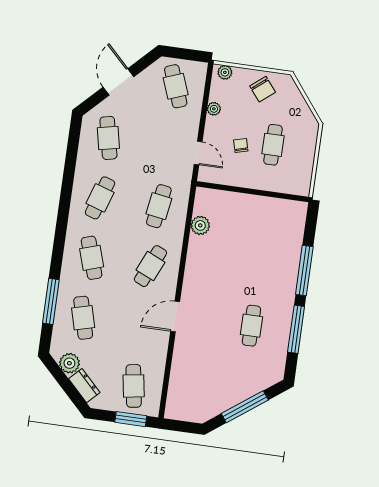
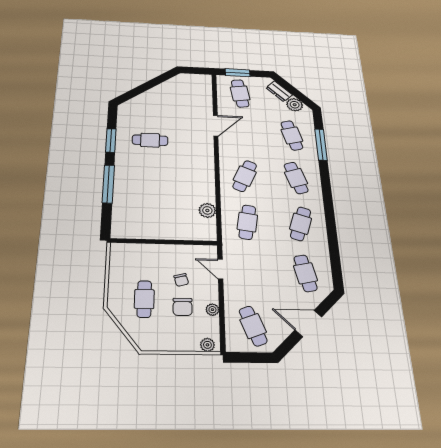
door: (119, 82) -> (308, 323), swing flipped
chair: (263, 89) -> (183, 307), moved, turned -141
cafe table: (273, 145) -> (144, 299), moved
door: (175, 317) -> (216, 126), moved
cafe table: (251, 326) -> (150, 140), turned 90
window: (296, 329) -> (111, 140), width x0.69
window: (245, 407) -> (147, 86), removed

